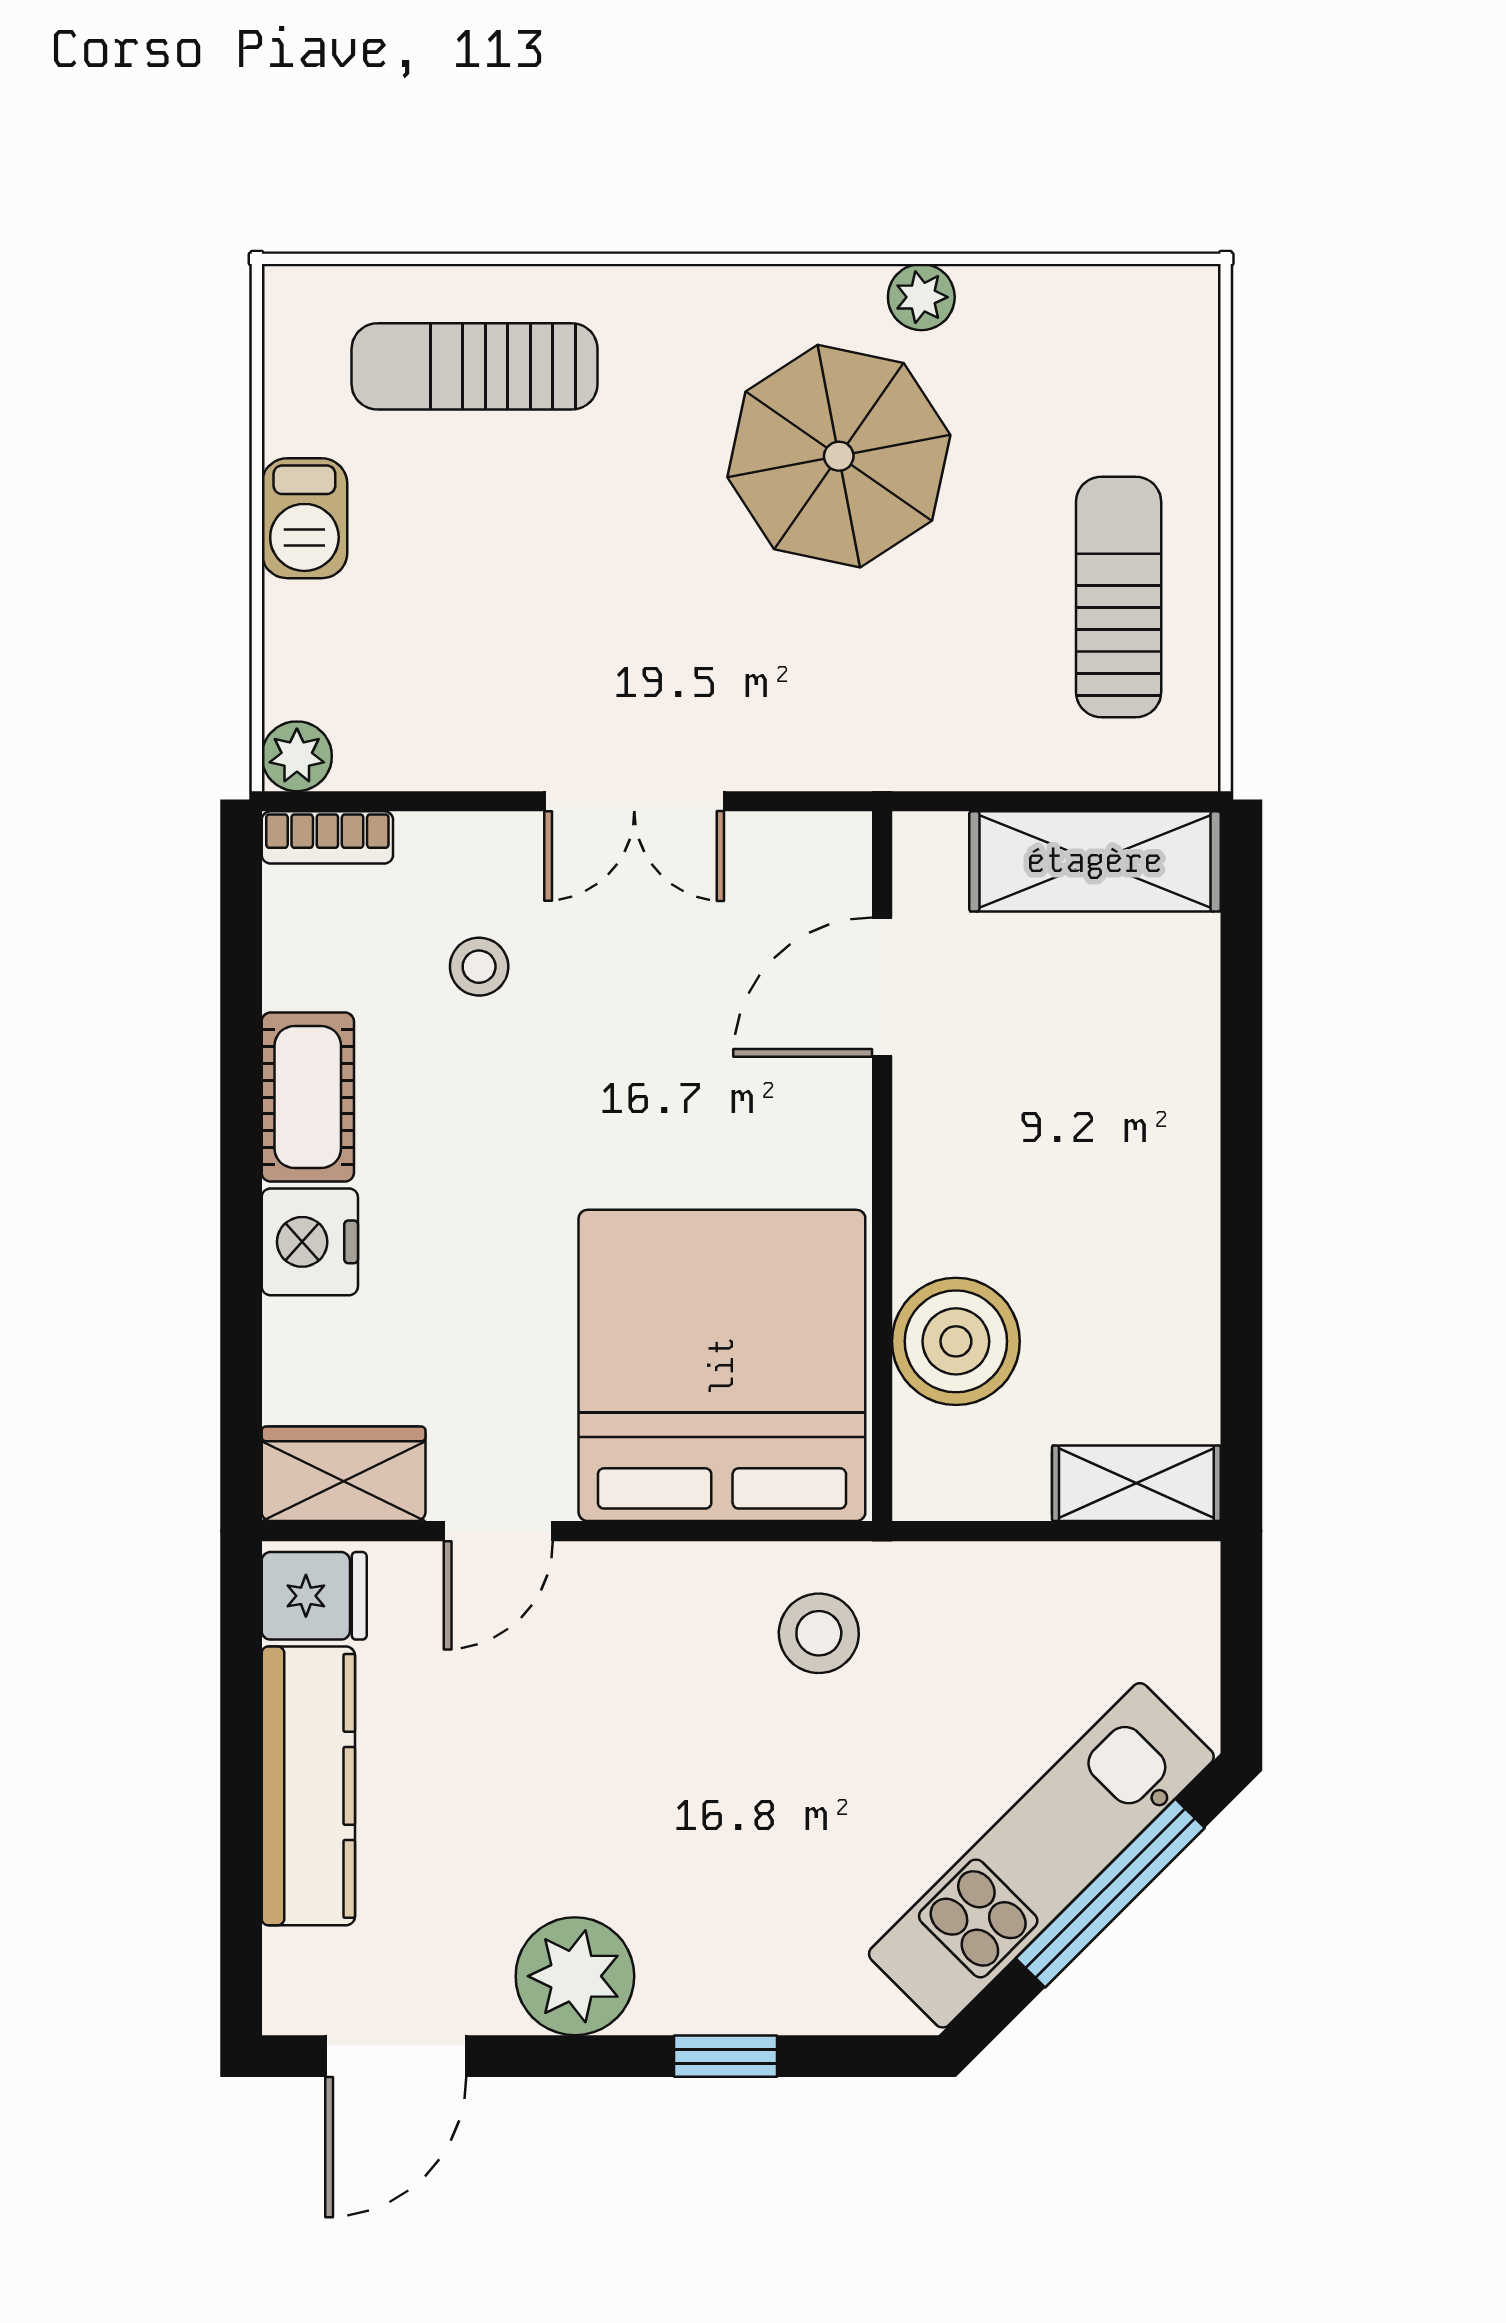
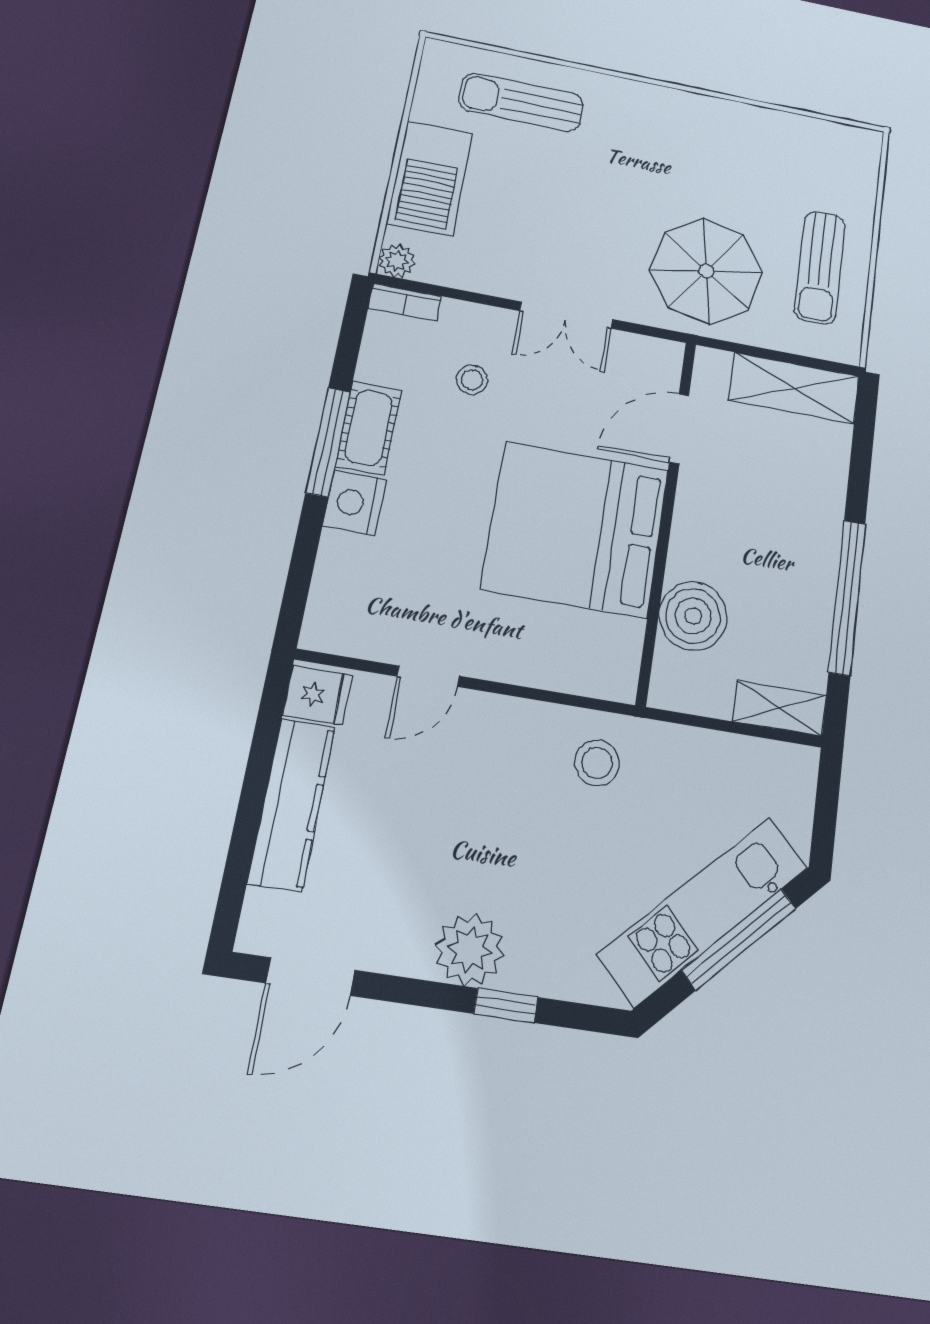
plant: (921, 297) -> (742, 117), removed
parasol: (839, 456) -> (706, 271), moved
barbecue: (304, 518) -> (430, 178), width x1.88, depth x1.53
sun lounger: (1119, 597) -> (820, 268), turned 180
window: (241, 1137) -> (328, 442), added
window: (1241, 1255) -> (847, 597), added
bed: (722, 1365) -> (576, 529), moved, turned -90
wardrobe: (344, 1474) -> (348, 630), removed
plant: (575, 1976) -> (470, 950), moved

